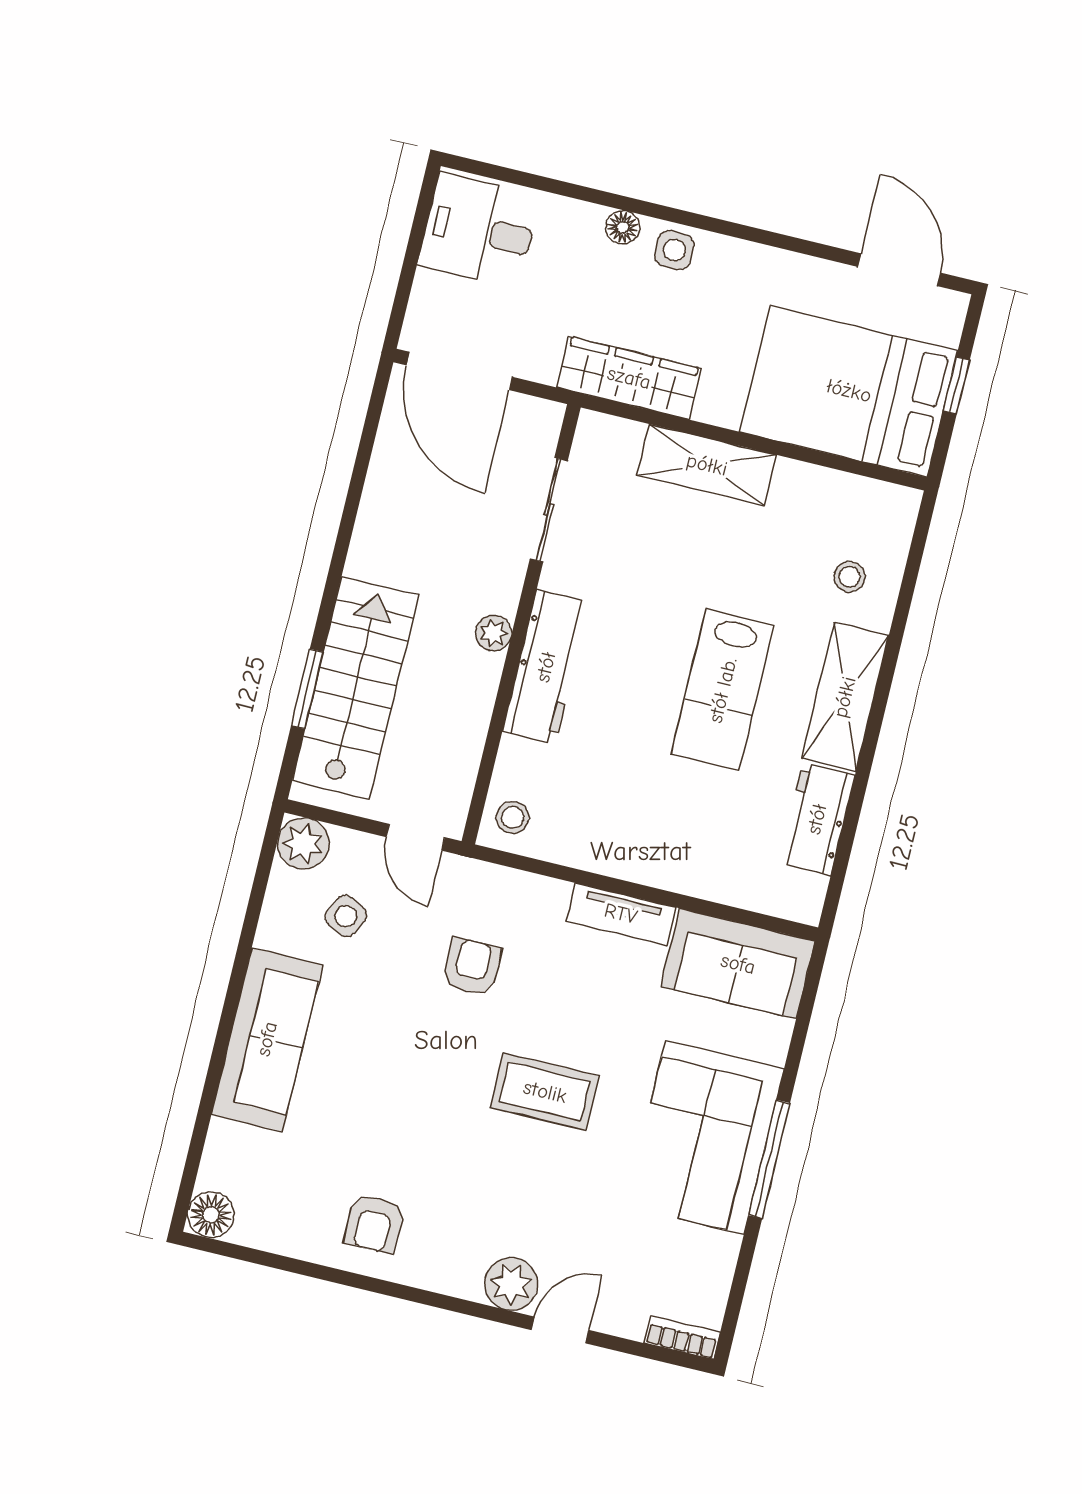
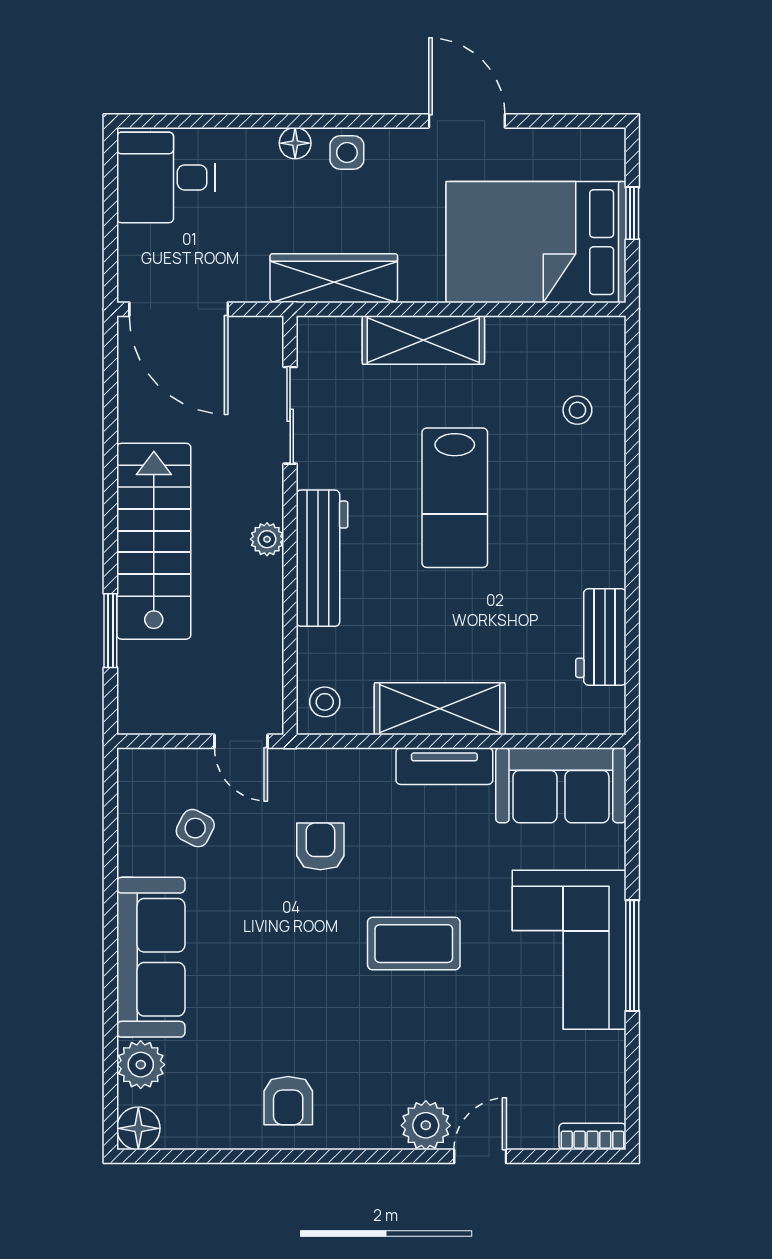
door: (899, 270) -> (467, 121), moved
stairs: (355, 688) -> (154, 541), moved
lab bench: (723, 690) -> (455, 498), moved
shelving: (845, 697) -> (440, 709), moved, turned 90
plant: (303, 844) -> (141, 1065), moved

